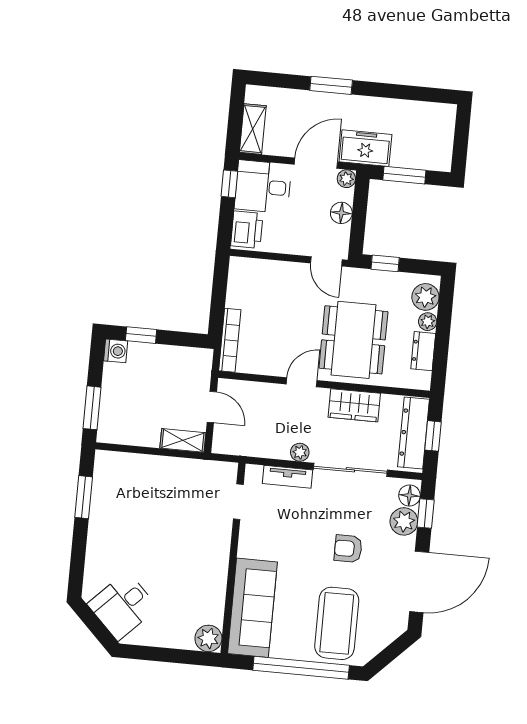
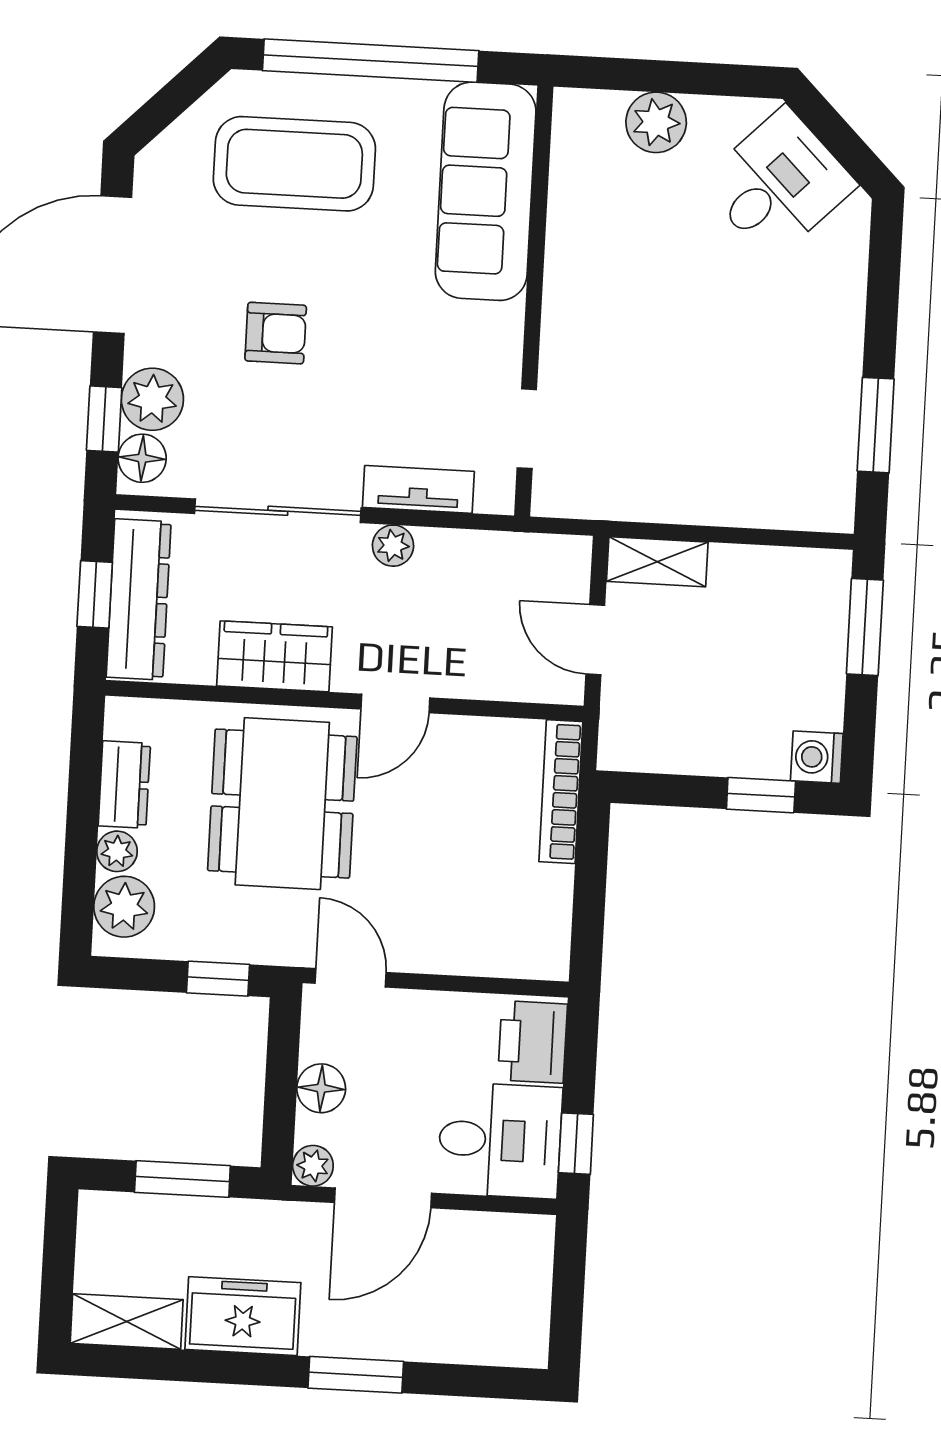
shelving: (253, 129) -> (127, 1321), moved, turned 90
freezer: (365, 148) -> (243, 1316), moved, turned 180
coffee table: (337, 623) -> (294, 164), turned 90
plant: (208, 638) -> (656, 122), moved

